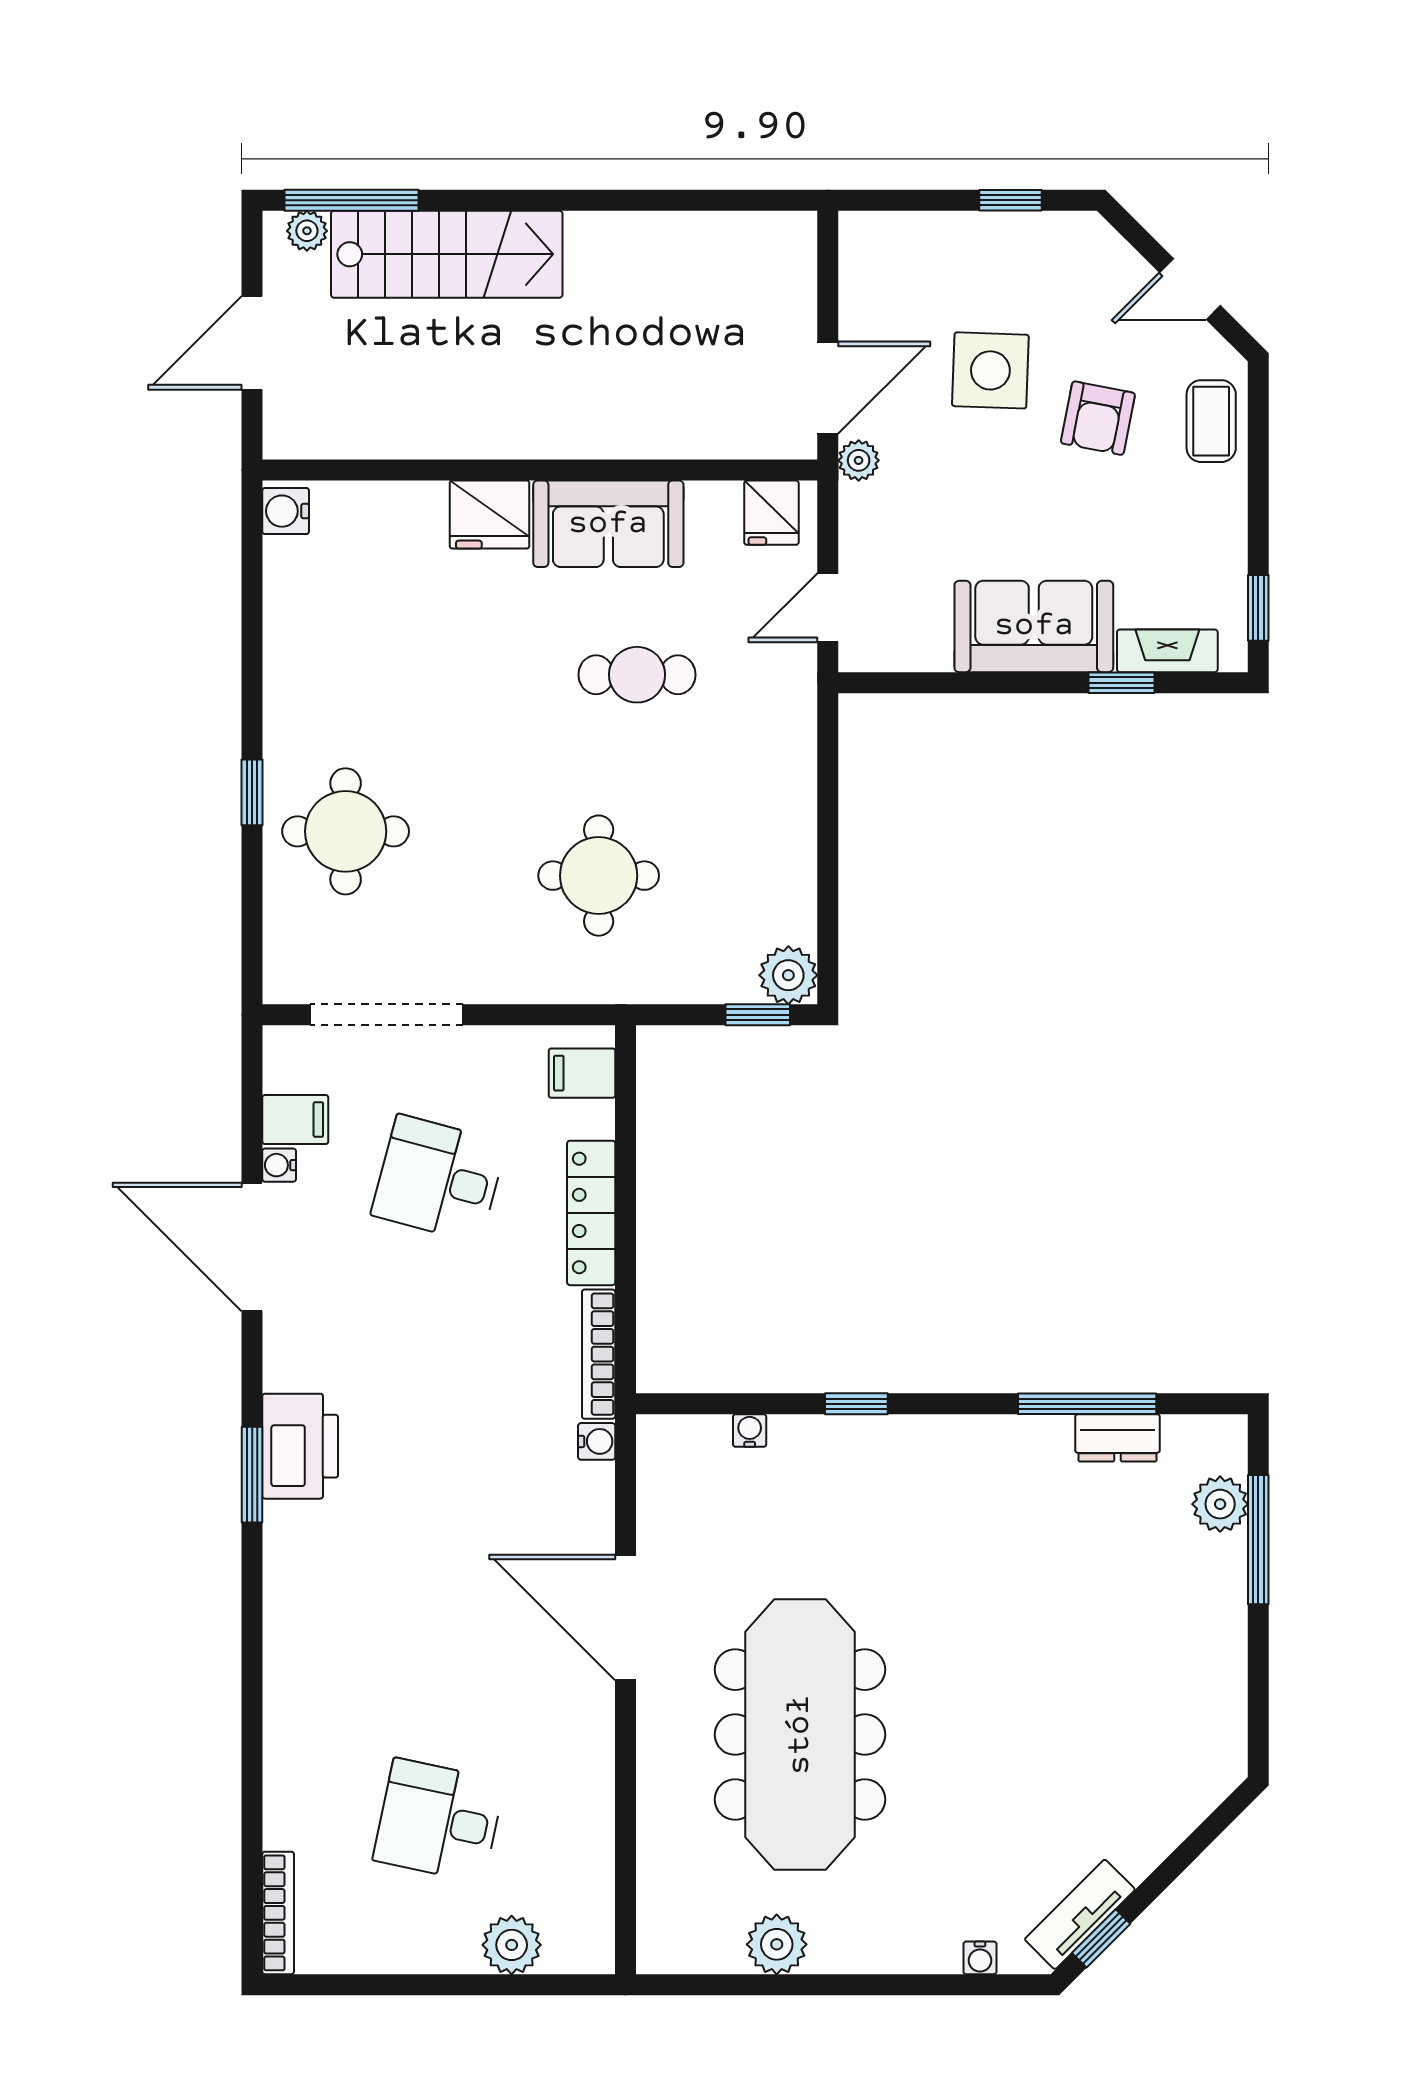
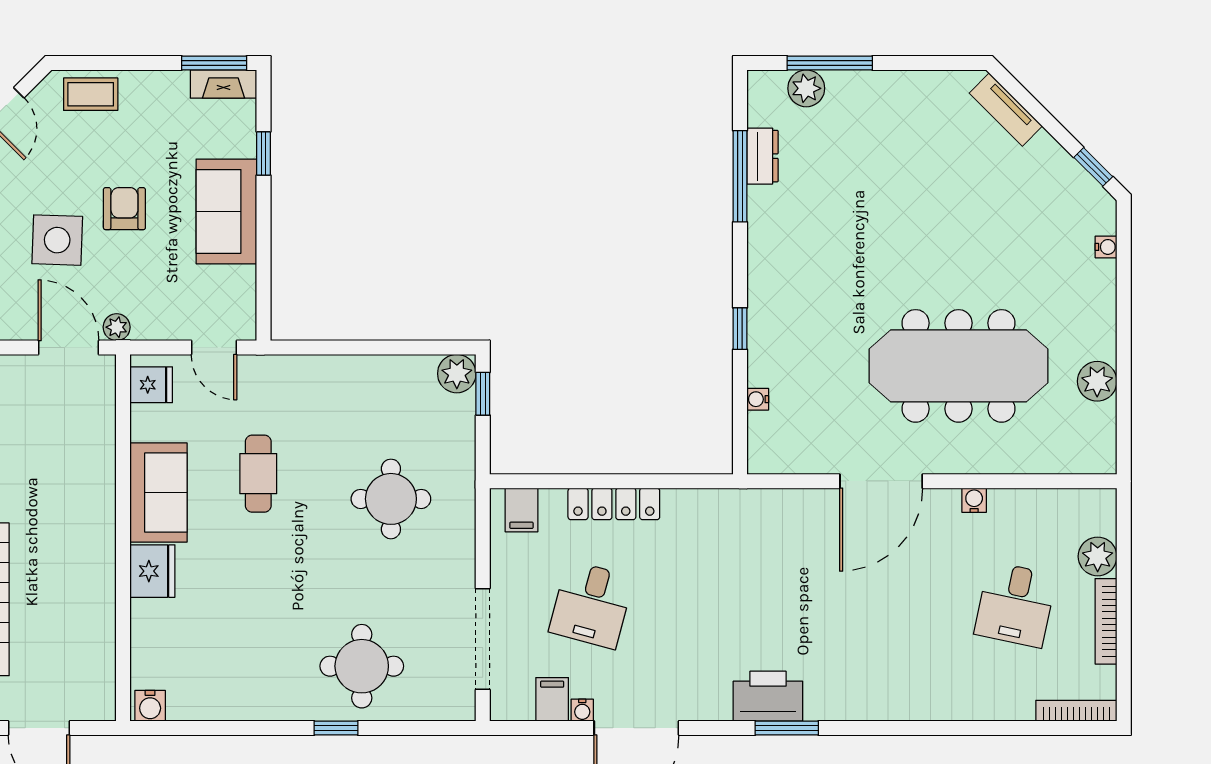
armchair: (1098, 418) -> (124, 209), moved, turned -101
window: (1258, 608) -> (214, 63), width x1.50
fireplace: (1167, 651) -> (223, 84), moved, turned -90
bookcase: (599, 1354) -> (1106, 621), moved, turned 90
water cooler: (597, 1441) -> (974, 500), moved
tv unit: (1080, 1914) -> (1006, 110), moved

